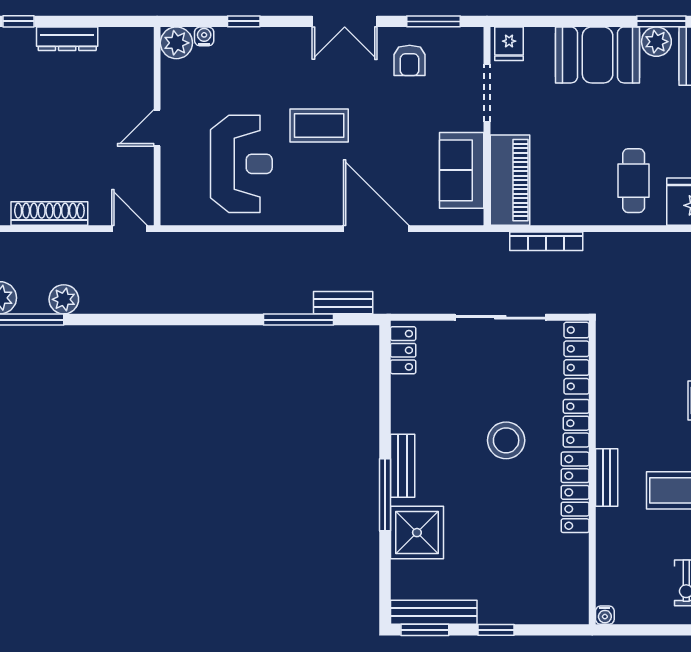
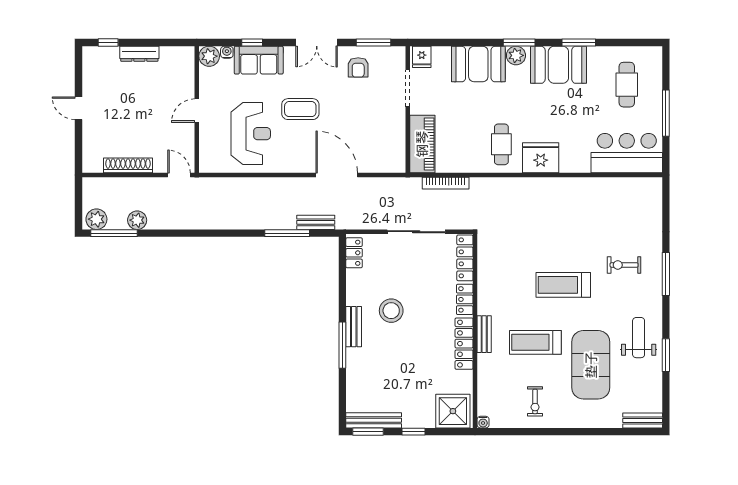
sofa: (462, 170) -> (259, 60), moved, turned -90
stool: (506, 440) -> (391, 311), moved
shower: (417, 533) -> (453, 411), moved

